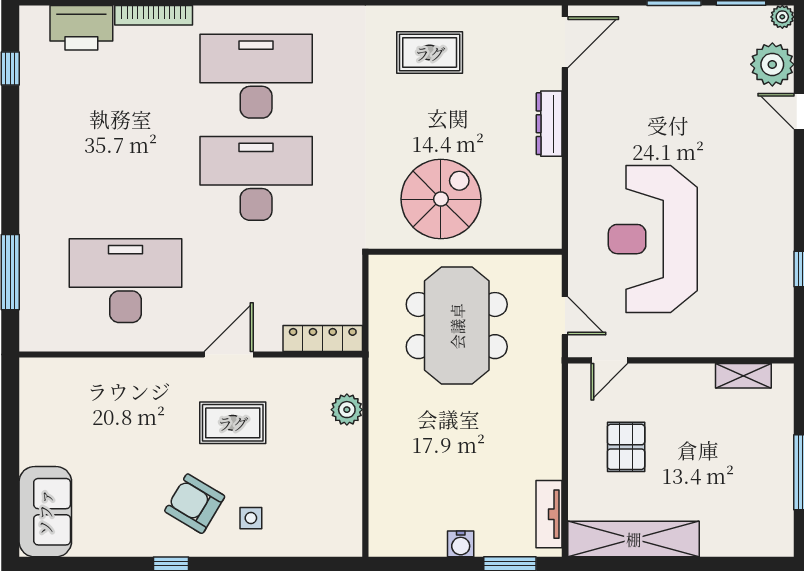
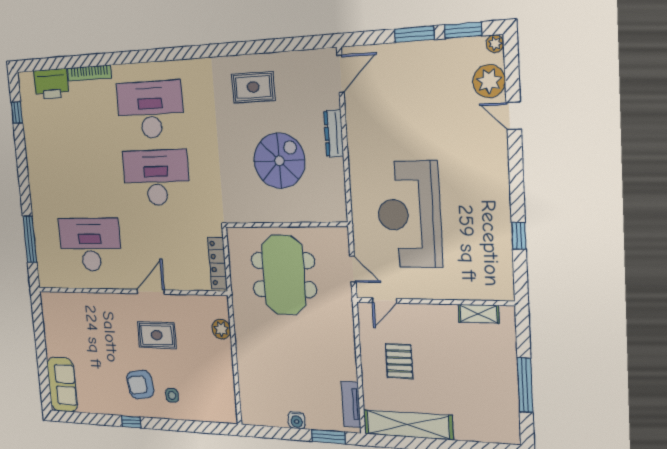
spiral stairs: (441, 199) -> (279, 161), moved
locker: (323, 338) -> (218, 263), moved, turned -90
armchair: (195, 504) -> (140, 385), turned -40

